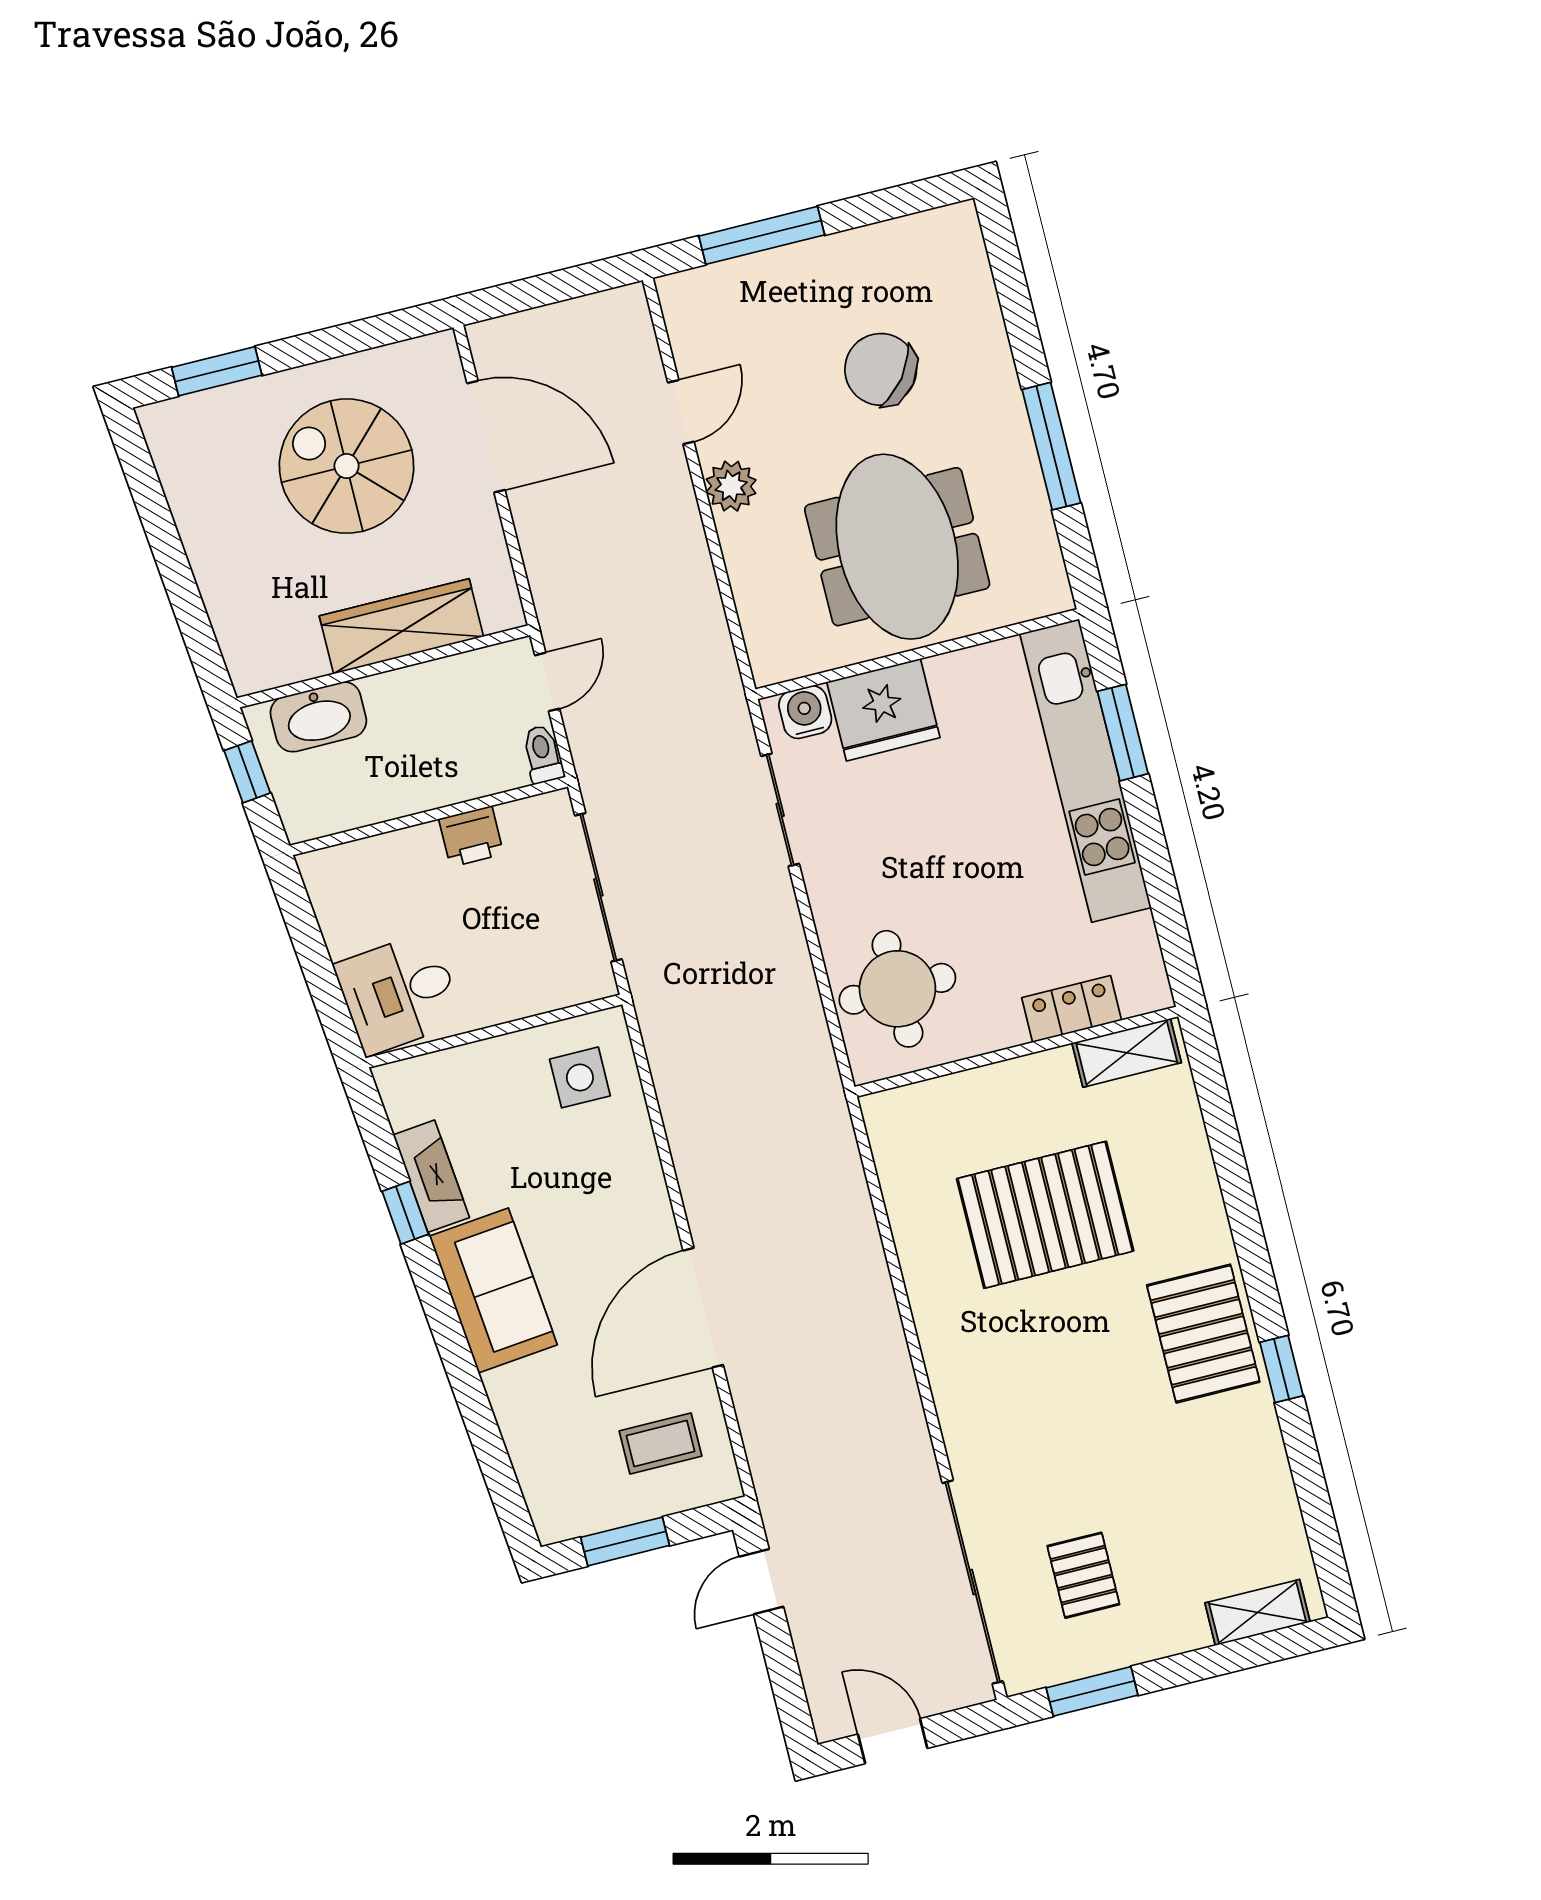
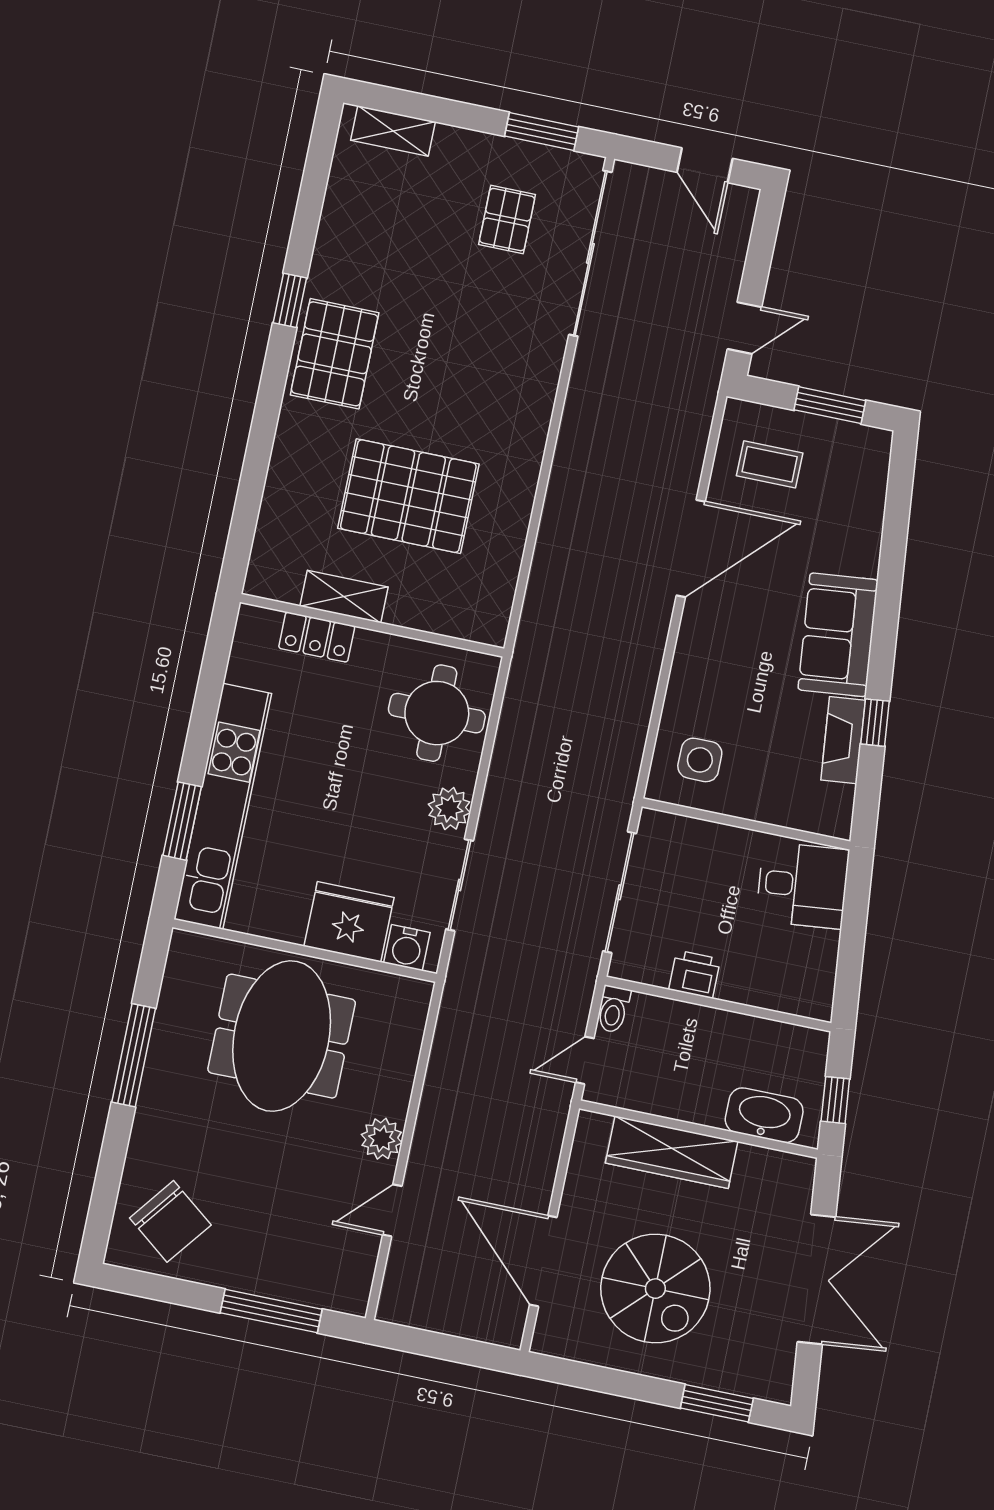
chair: (881, 369) -> (170, 1221), moved
double door: (172, 562) -> (817, 1279), added
plant: (832, 889) -> (449, 809), added
shelving: (1127, 1053) -> (344, 597), moved

